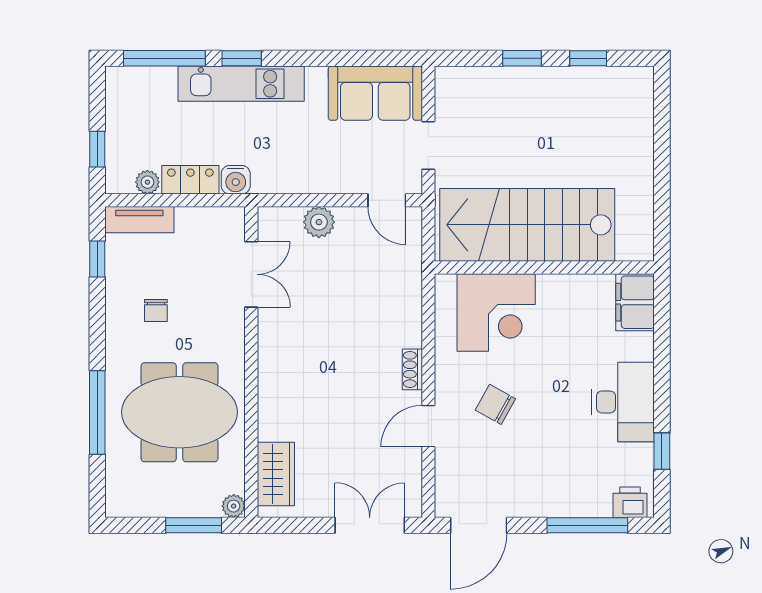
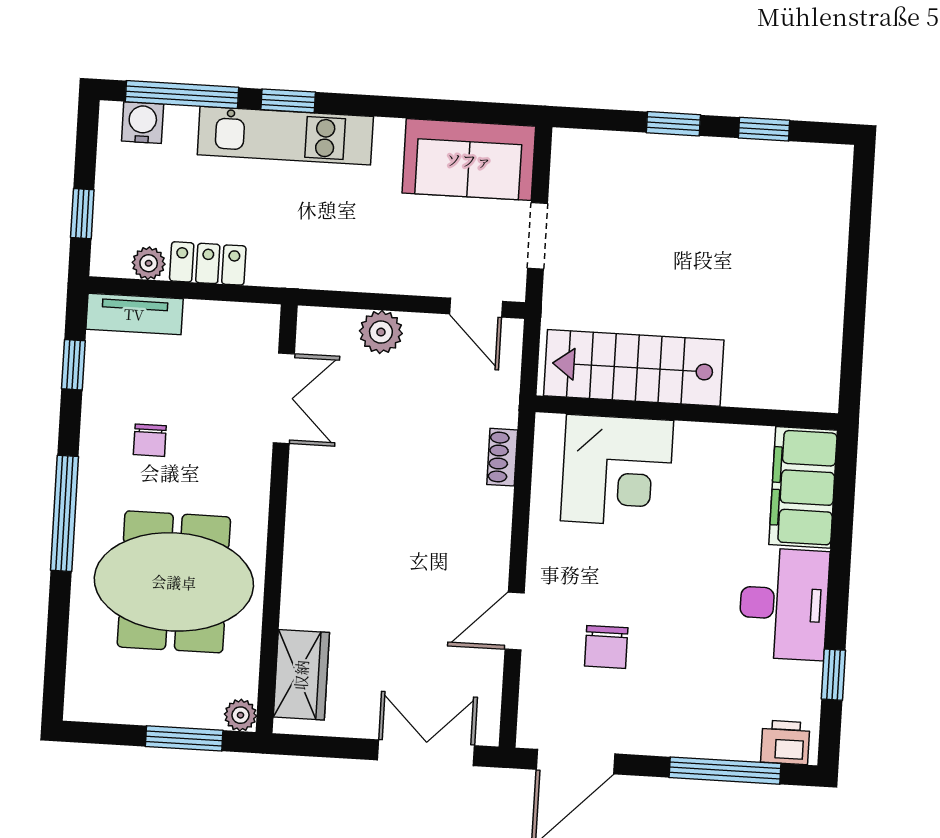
water cooler: (236, 180) -> (143, 123), moved, turned 180
stairs: (527, 225) -> (634, 368), width x0.73, depth x0.66
filing cabinet: (635, 302) -> (803, 487), width x1.50, depth x1.17
shoe rack: (412, 369) -> (502, 457), moved
chair: (495, 404) -> (606, 647), moved, turned -119
window: (97, 413) -> (64, 513), moved

